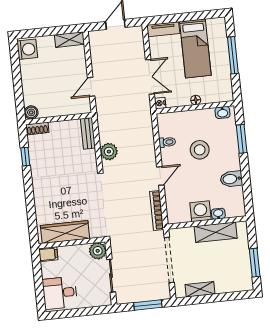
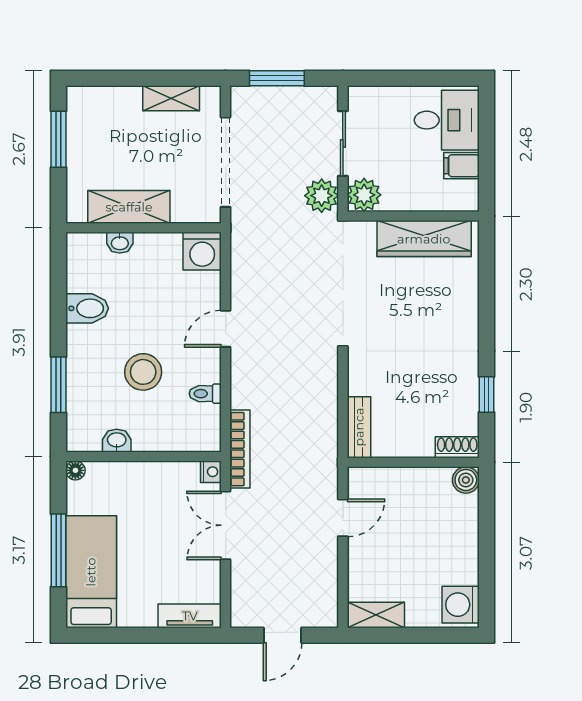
bed: (195, 48) -> (91, 572), moved
floor lamp: (196, 100) -> (75, 470), moved
washbasin: (223, 112) -> (117, 441), moved
plant: (109, 152) -> (322, 196), moved
bookcase: (157, 210) -> (240, 449), moved
washing machine: (201, 211) -> (202, 251), moved
filing cabinet: (48, 254) -> (461, 166), moved

